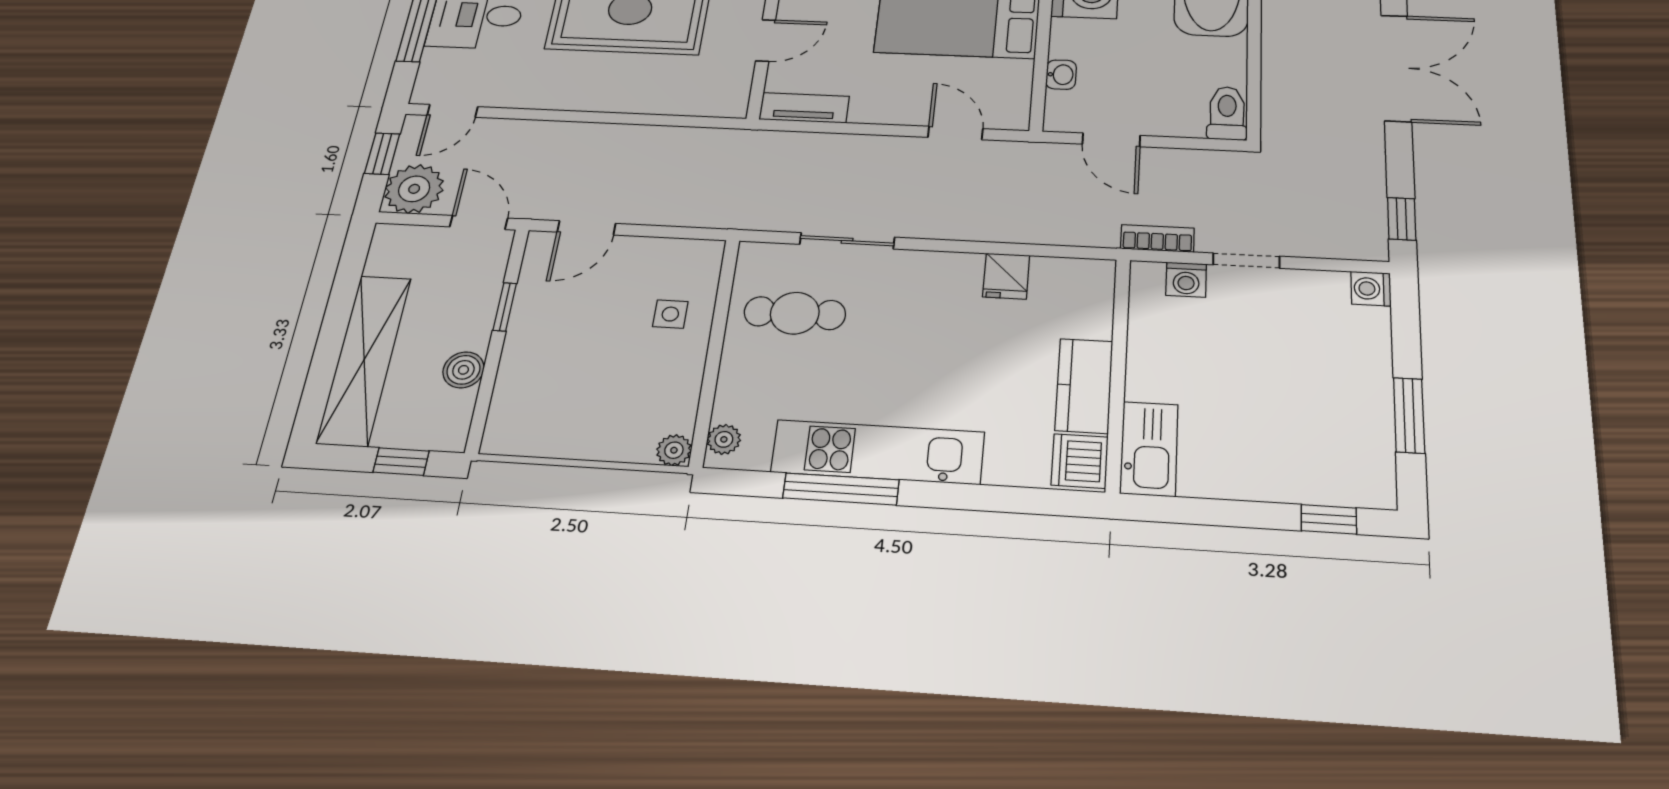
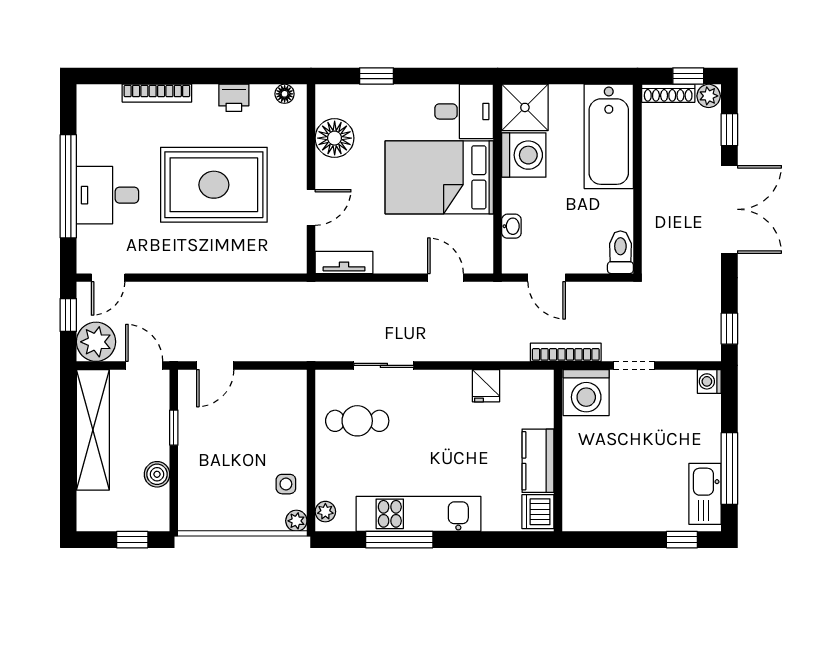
bookcase: (1157, 238) -> (566, 352), width x1.56
washing machine: (1186, 280) -> (586, 393), width x1.89, depth x1.89
side table: (670, 314) -> (286, 484), moved
shelving: (364, 360) -> (93, 430), moved
window: (1409, 415) -> (729, 468), width x1.44
kitchen sink: (1149, 449) -> (705, 494), moved, turned 180

